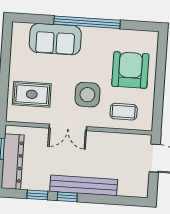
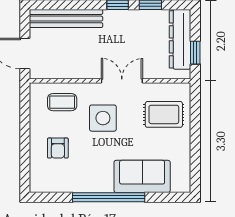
armchair: (130, 70) -> (58, 148), width x0.53, depth x0.53
bench: (84, 185) -> (66, 19), moved

